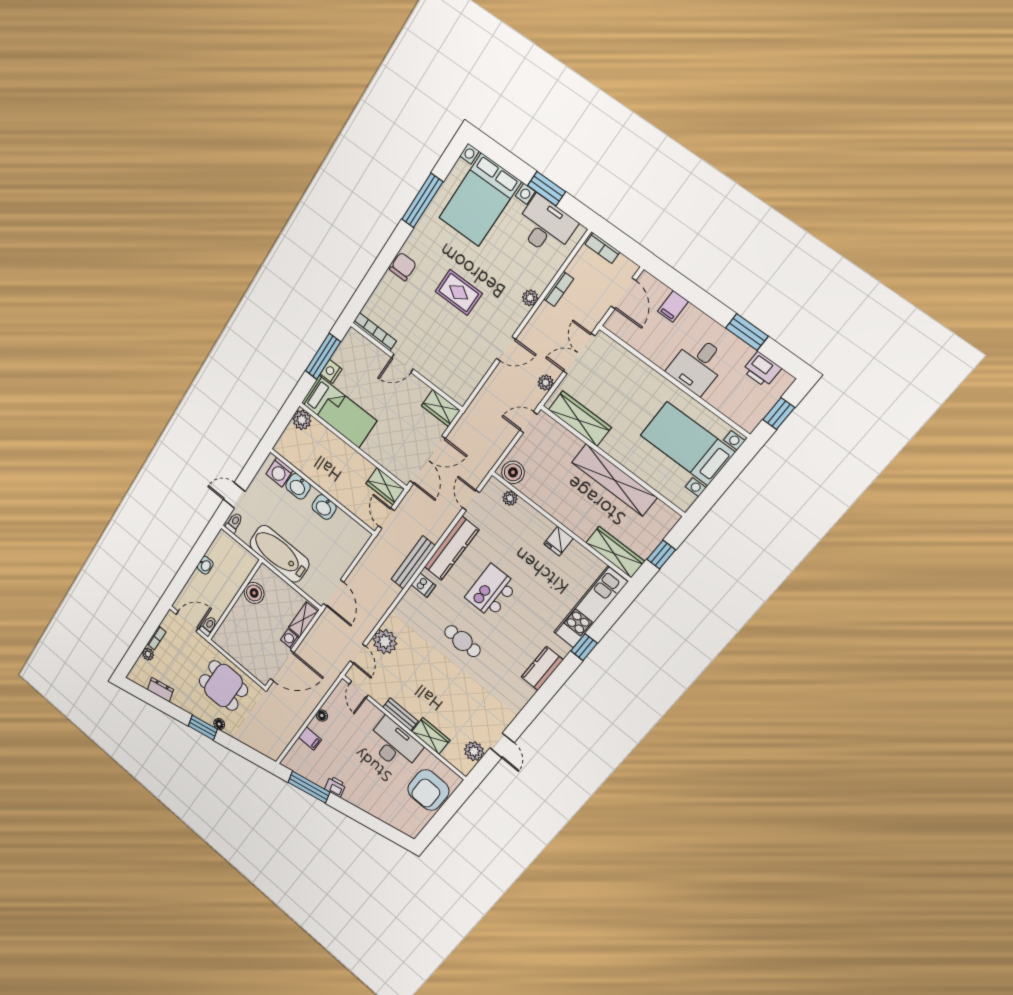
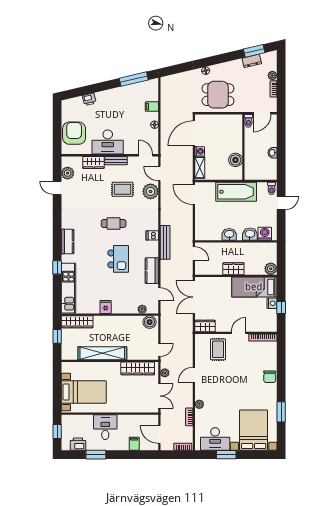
window: (422, 201) -> (281, 412), width x0.69
rug: (459, 292) -> (218, 349), moved, turned 90
window: (323, 356) -> (281, 307), width x0.46
wardrobe: (385, 486) -> (233, 269), moved
kitchen counter: (451, 548) -> (152, 271), width x0.67
rug: (418, 673) -> (123, 189), added
window: (203, 728) -> (254, 51), moved
printer: (335, 787) -> (89, 99), moved

